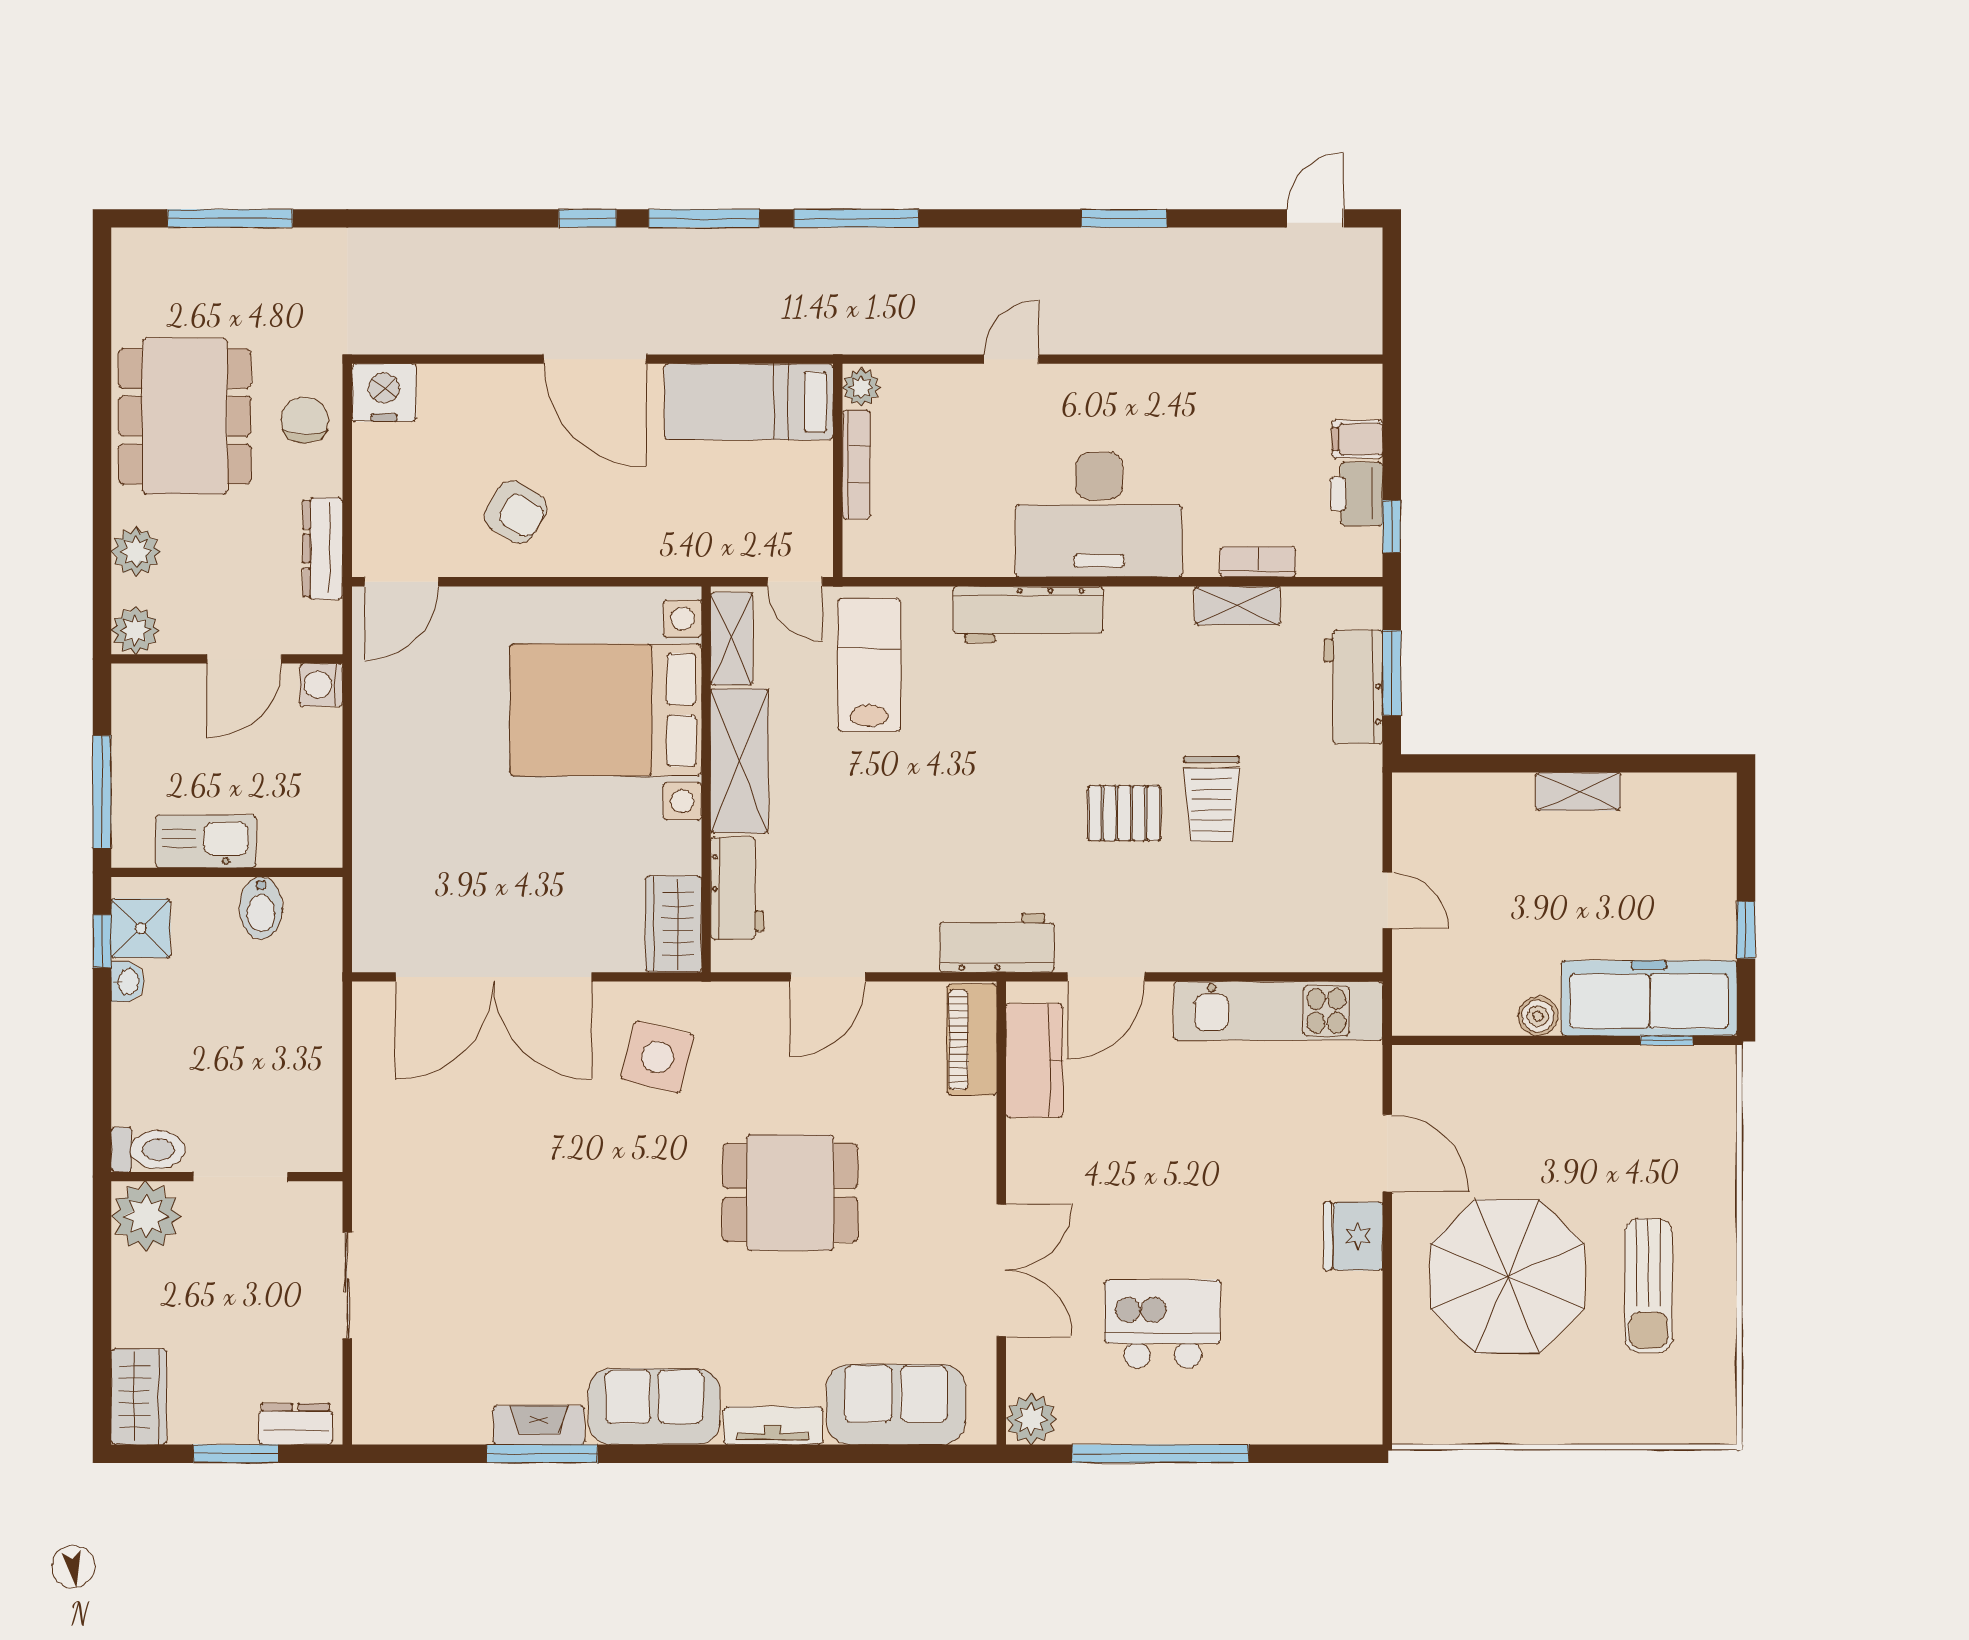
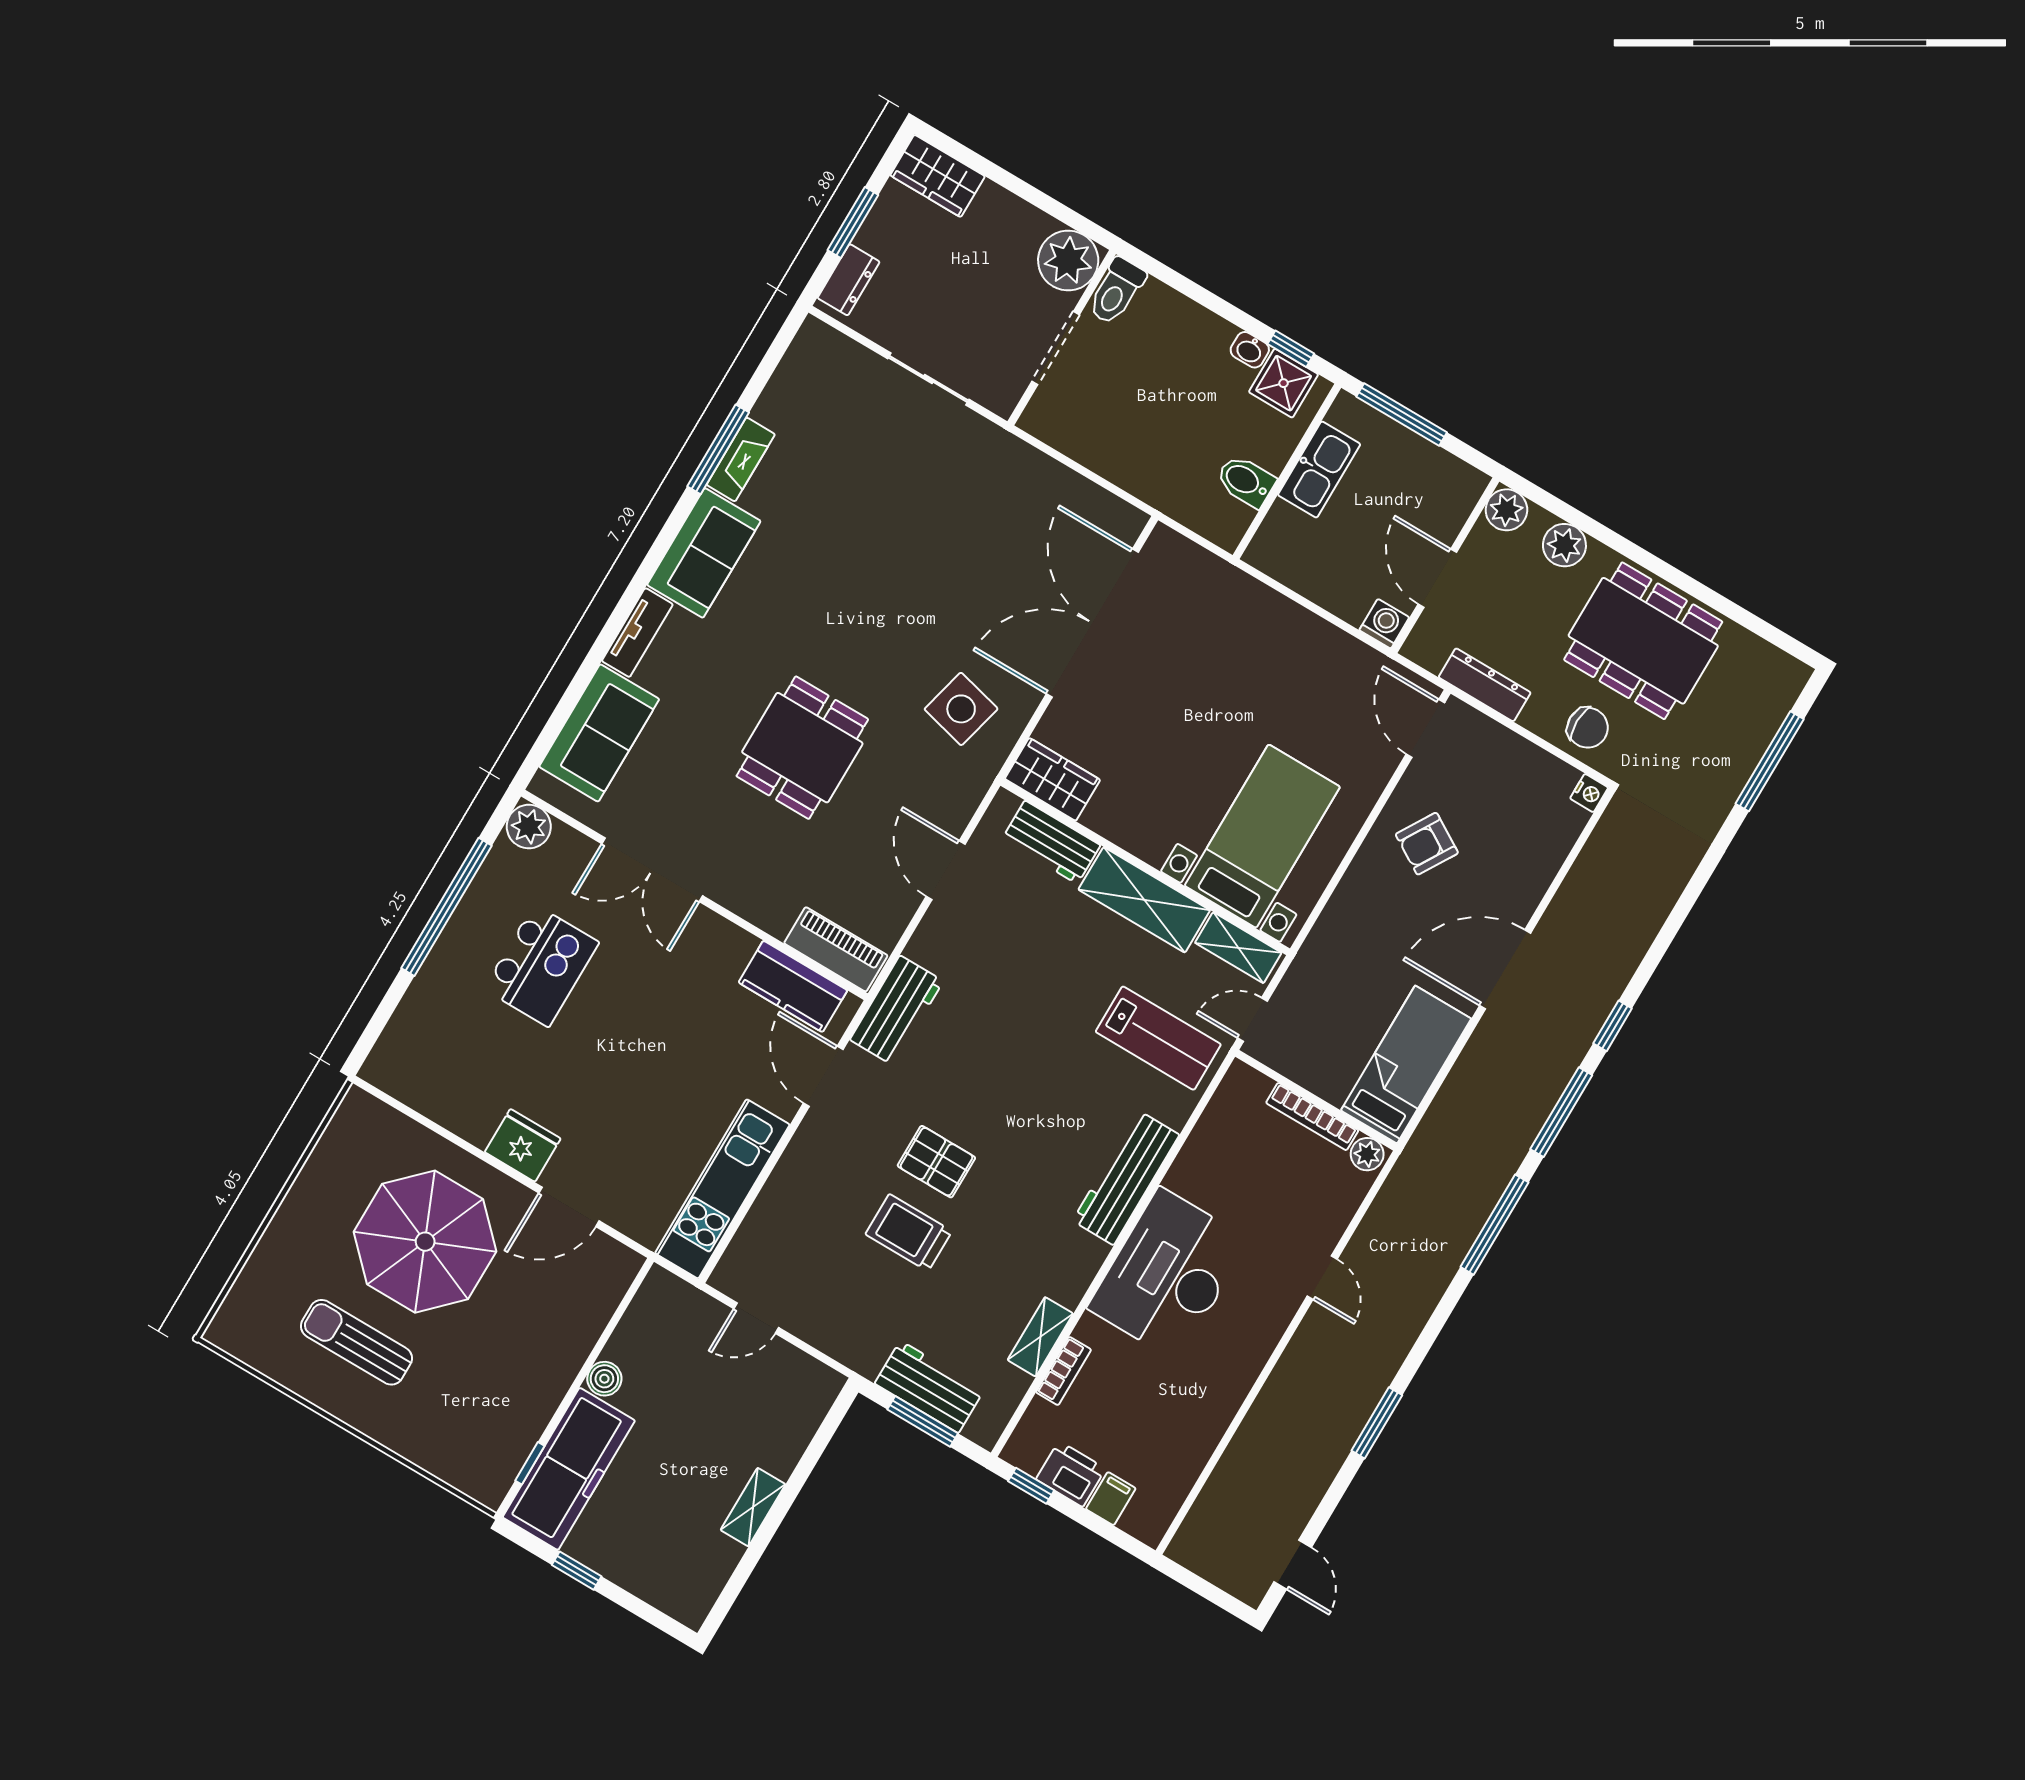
nightstand: (384, 393) -> (1589, 793), width x0.53, depth x0.56
bed with nightstands: (606, 710) -> (1262, 836), width x0.73
pallet: (1124, 813) -> (936, 1162), turned 90

